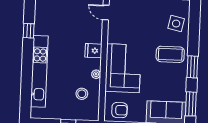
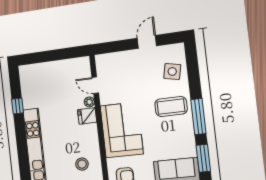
door: (106, 13) -> (95, 85), moved
window: (192, 67) -> (198, 117), width x1.44
plant: (96, 74) -> (89, 102), moved

